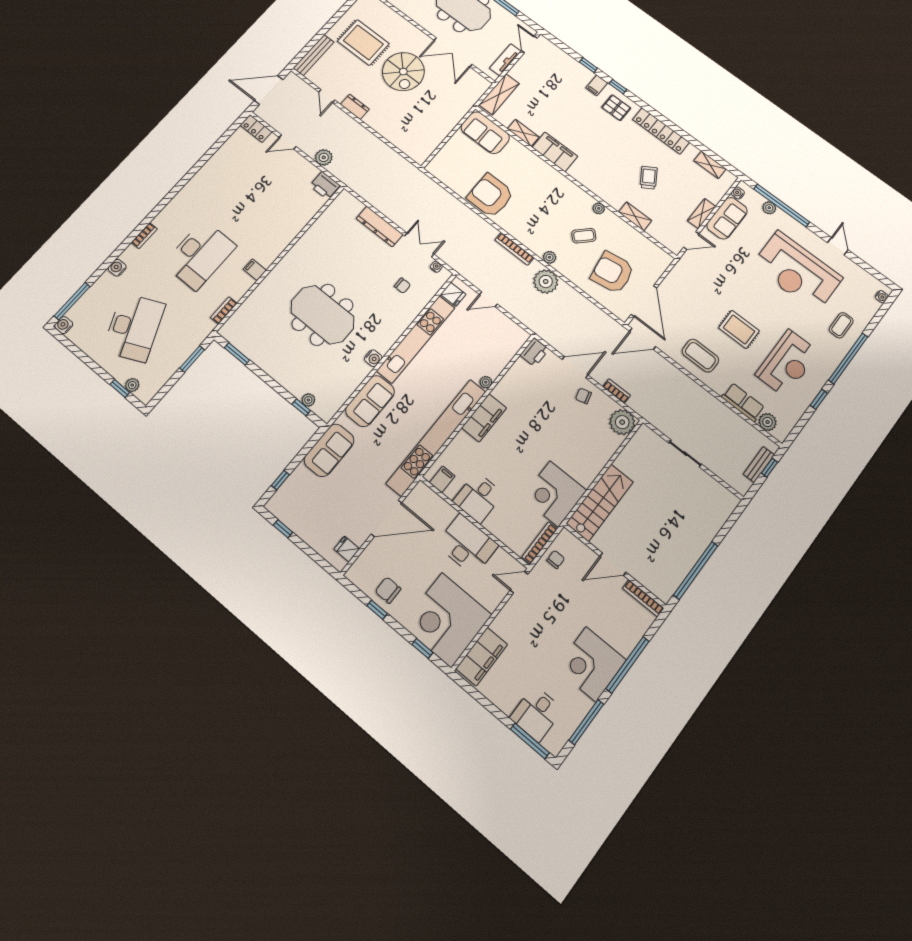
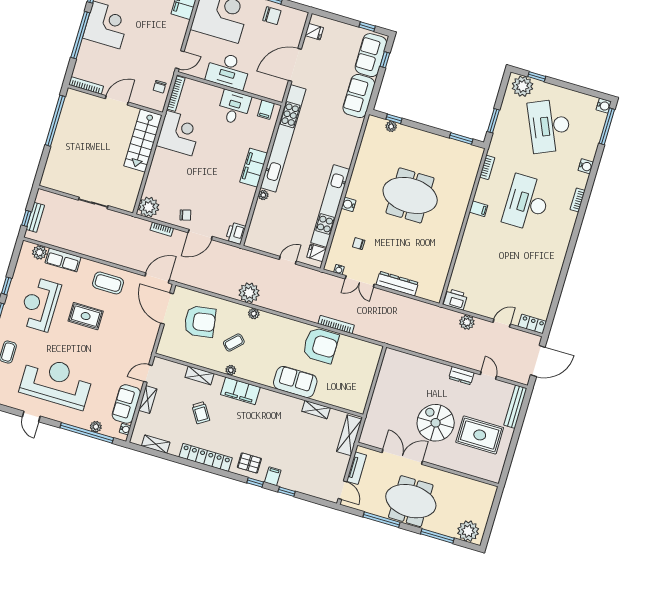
sofa: (485, 133) -> (295, 382), moved
filing cabinet: (555, 152) -> (240, 391), moved
bookcase: (514, 249) -> (336, 325), moved
water cooler: (373, 358) -> (349, 204), moved
plant: (132, 385) -> (523, 86), width x1.88, depth x1.88
sofa: (370, 401) -> (371, 55), moved

